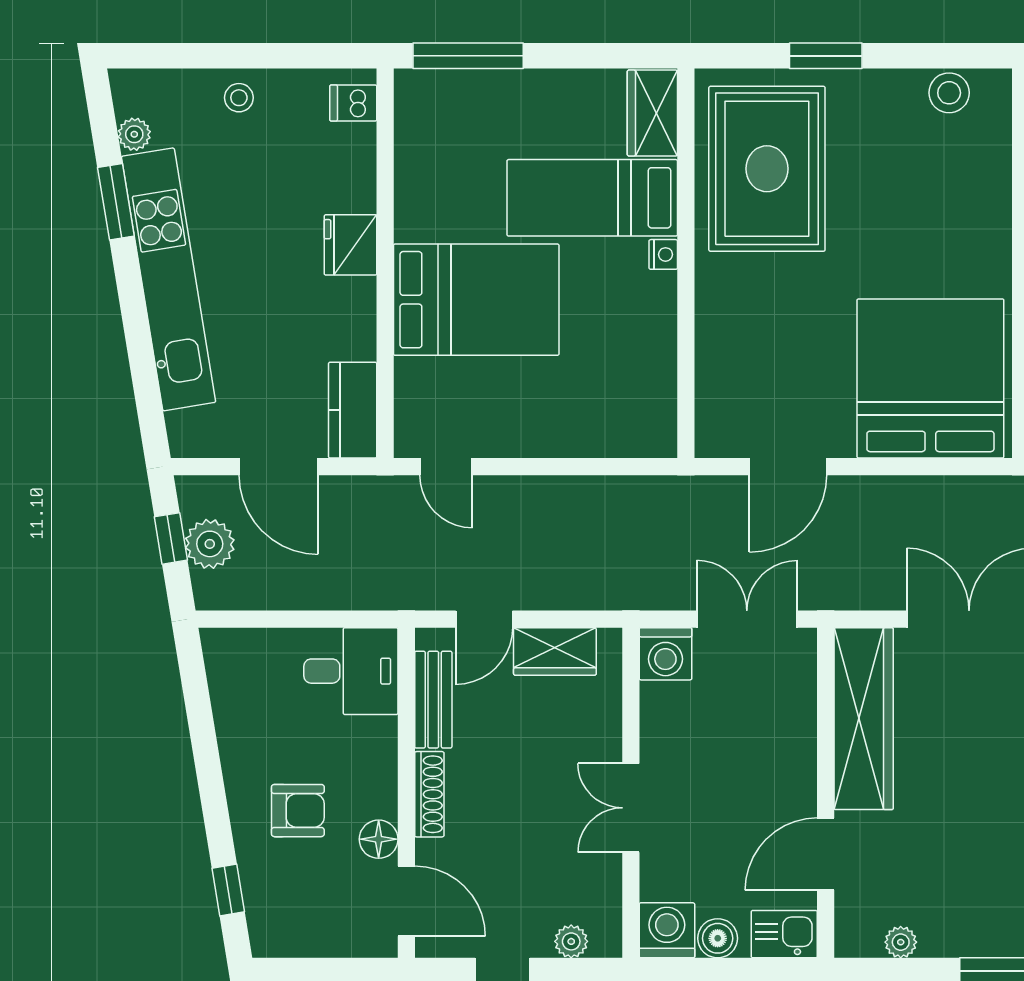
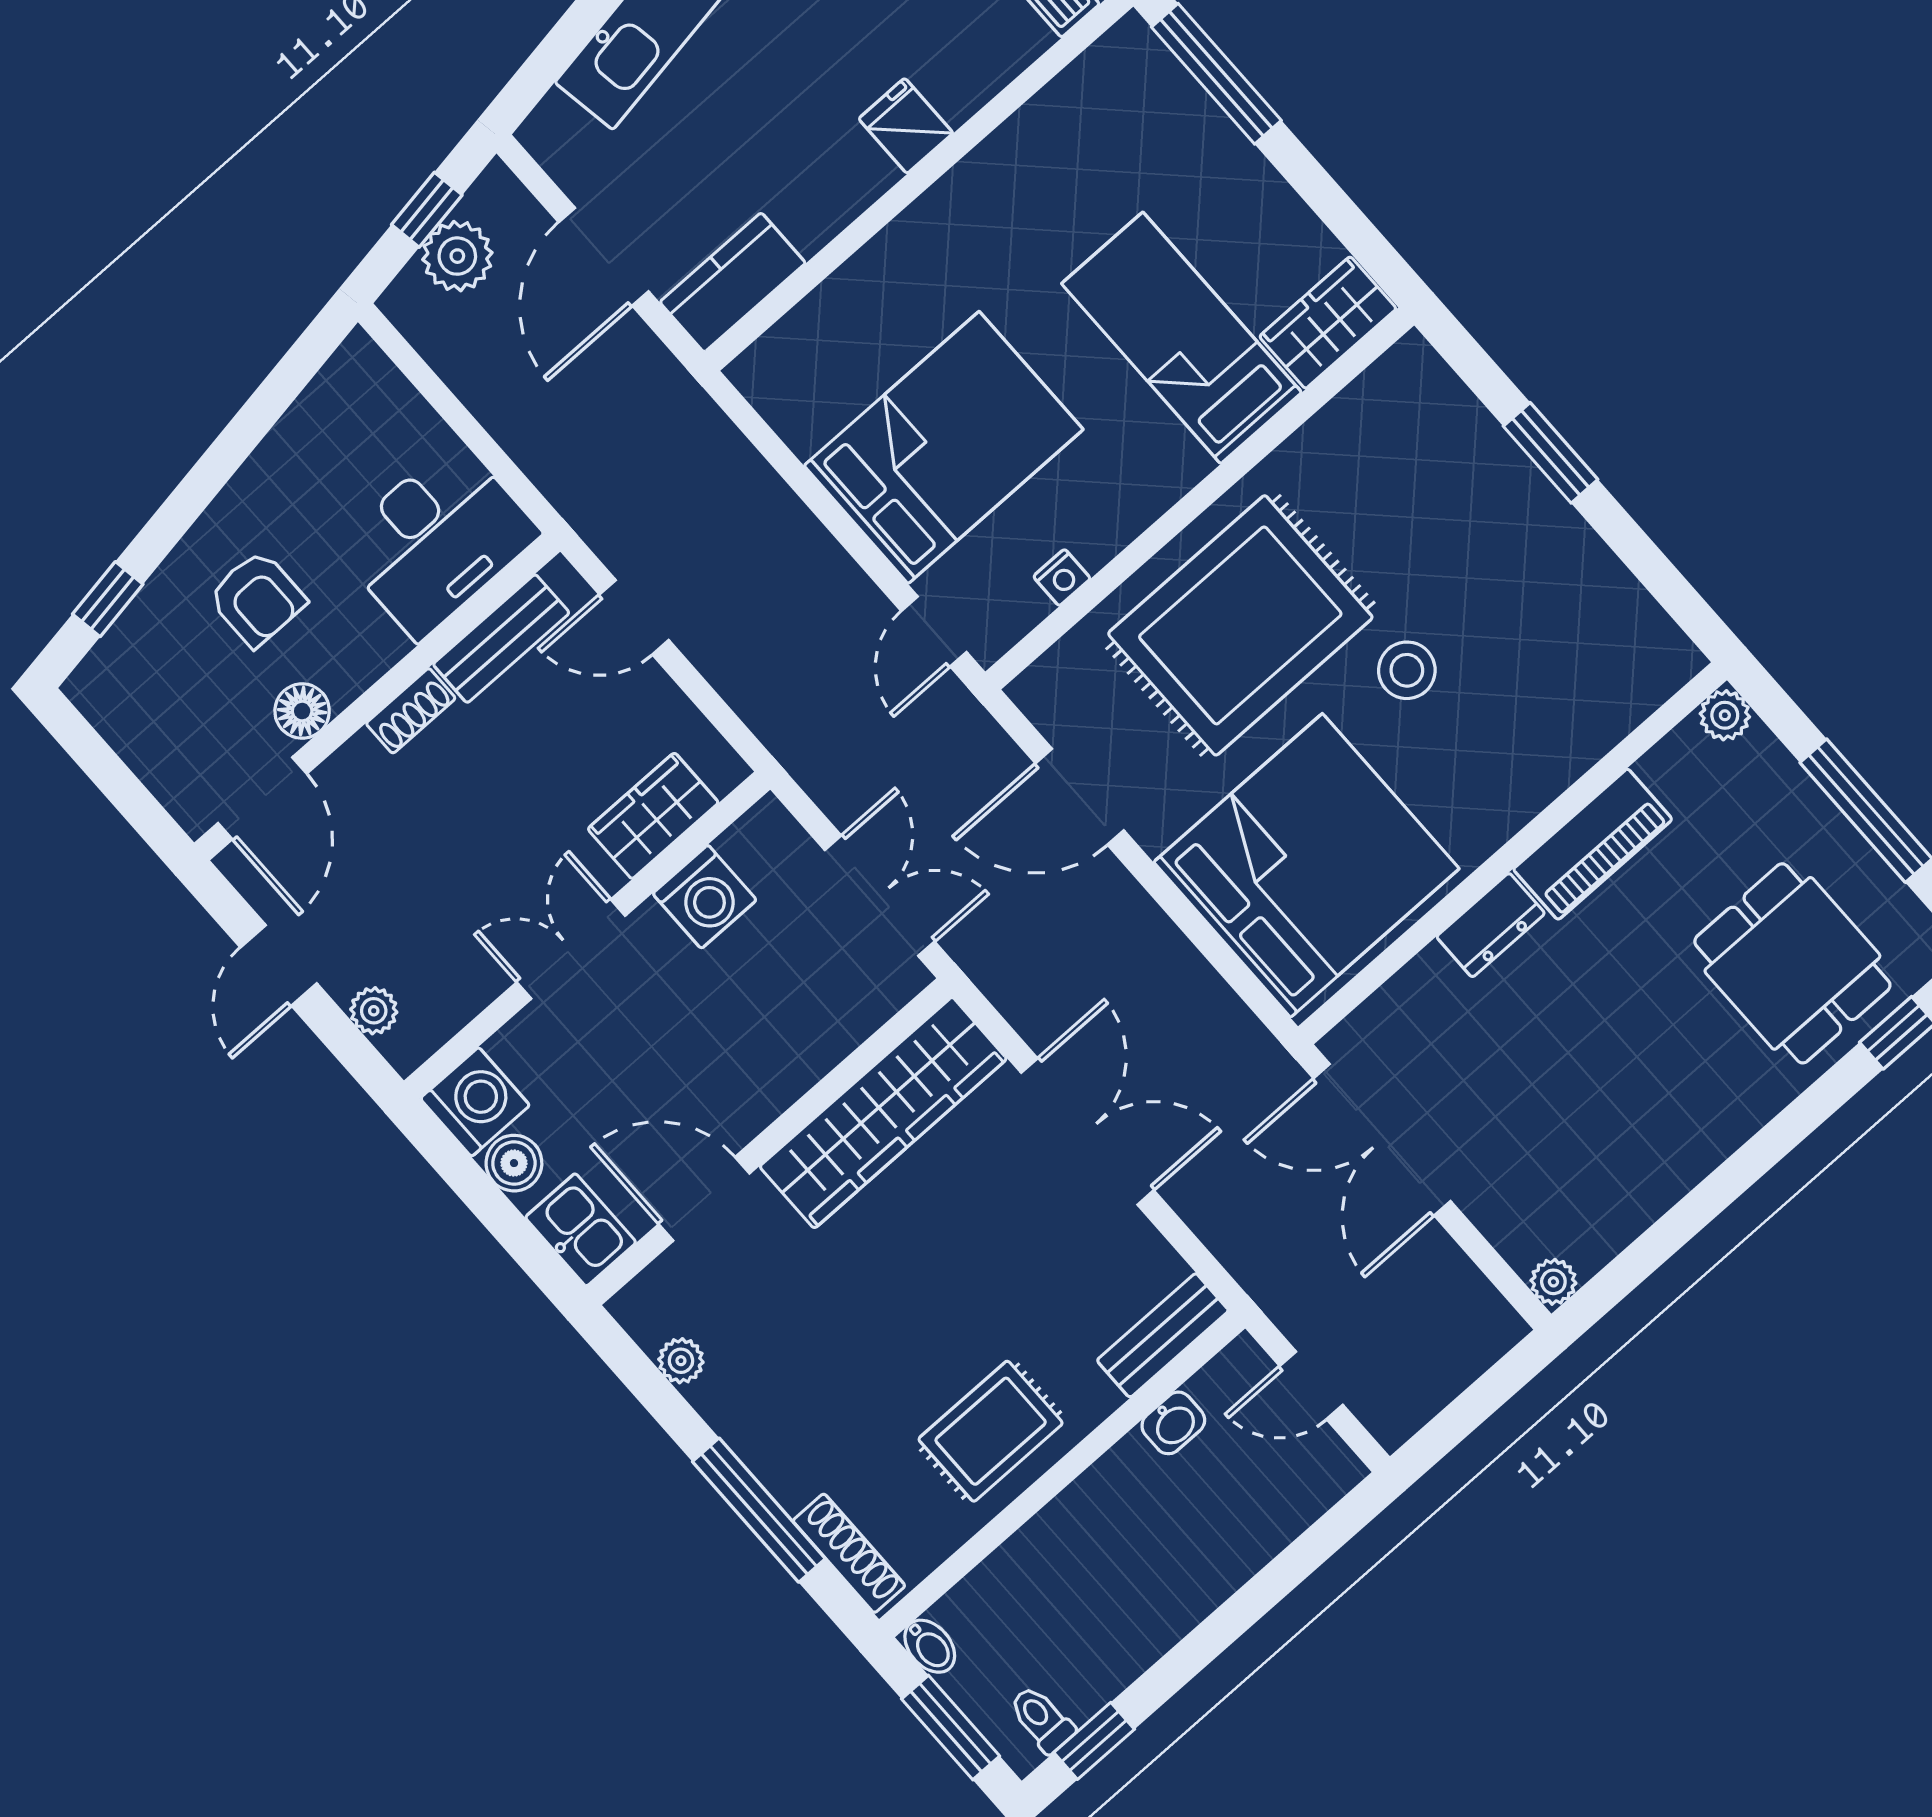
stool: (949, 93) -> (1407, 670), moved
rug: (767, 169) -> (1240, 625), moved
fridge: (351, 245) -> (906, 126), width x0.72
nightstand: (663, 254) -> (1062, 578), moved
bed: (476, 300) -> (944, 448), moved, turned -90
door: (446, 467) -> (934, 632), moved
wardrobe: (555, 651) -> (653, 816), moved, turned 90
washing machine: (665, 654) -> (705, 897), moved, turned -90
desk: (351, 671) -> (437, 540), width x1.37
shoe rack: (429, 794) -> (411, 711), width x0.70

